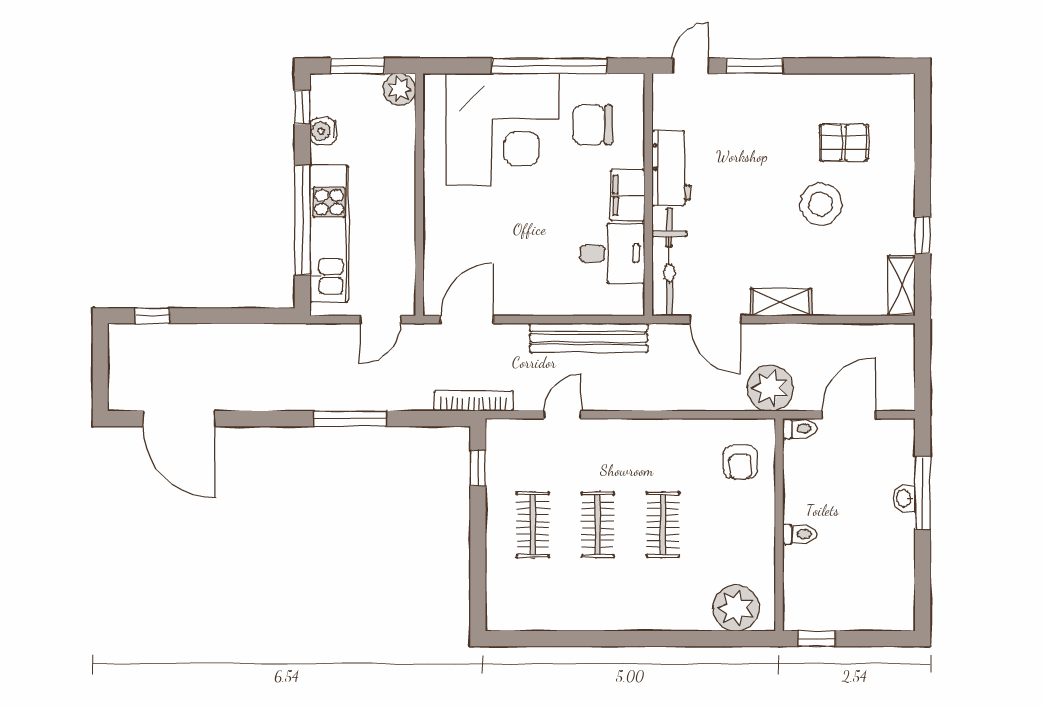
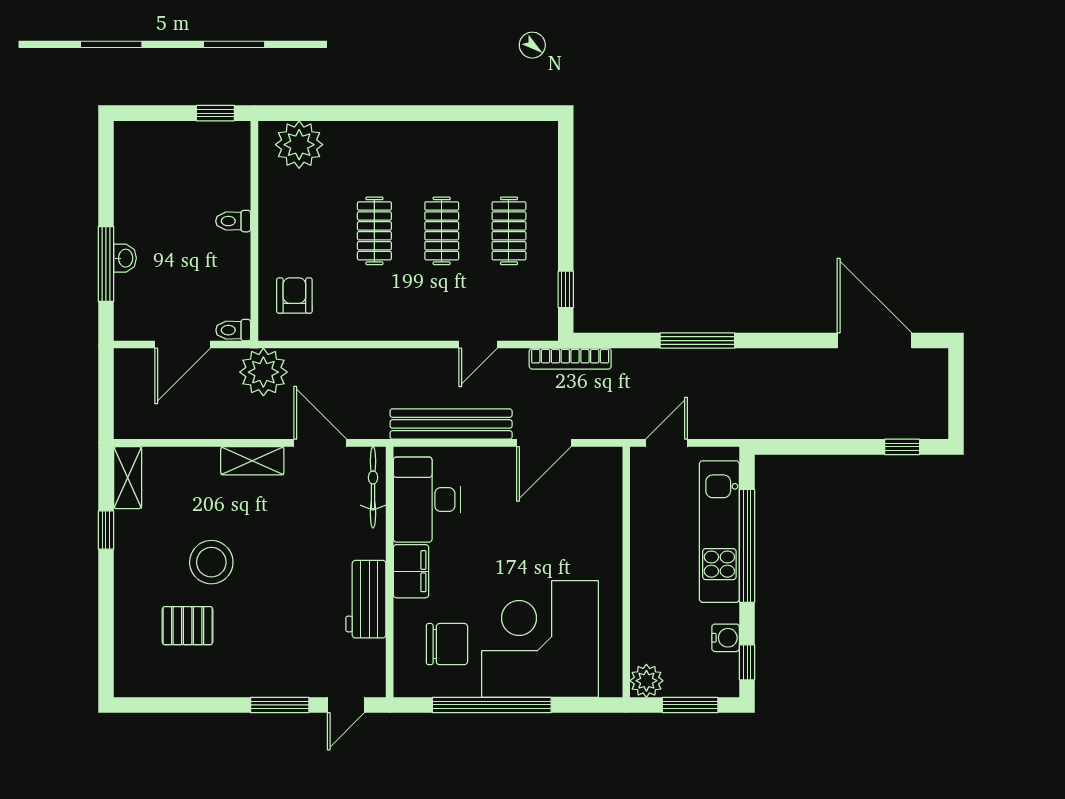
desk: (612, 254) -> (427, 500), width x1.37
bicycle: (669, 262) -> (373, 487), width x0.73, depth x0.71
door: (467, 320) -> (544, 443), moved

